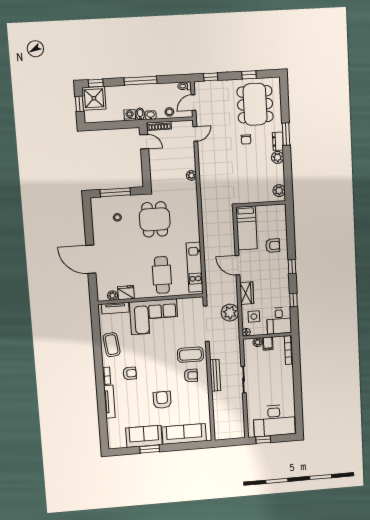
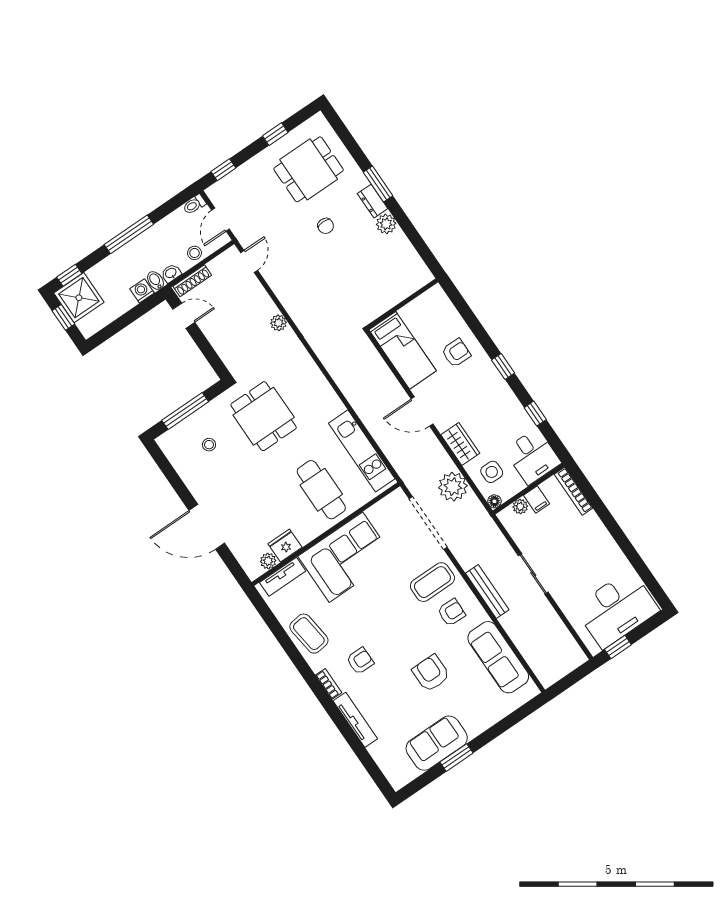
dining table: (255, 104) -> (309, 169), width x0.73
plant: (279, 191) -> (417, 269), removed
sofa: (184, 434) -> (498, 657), moved, turned -90

